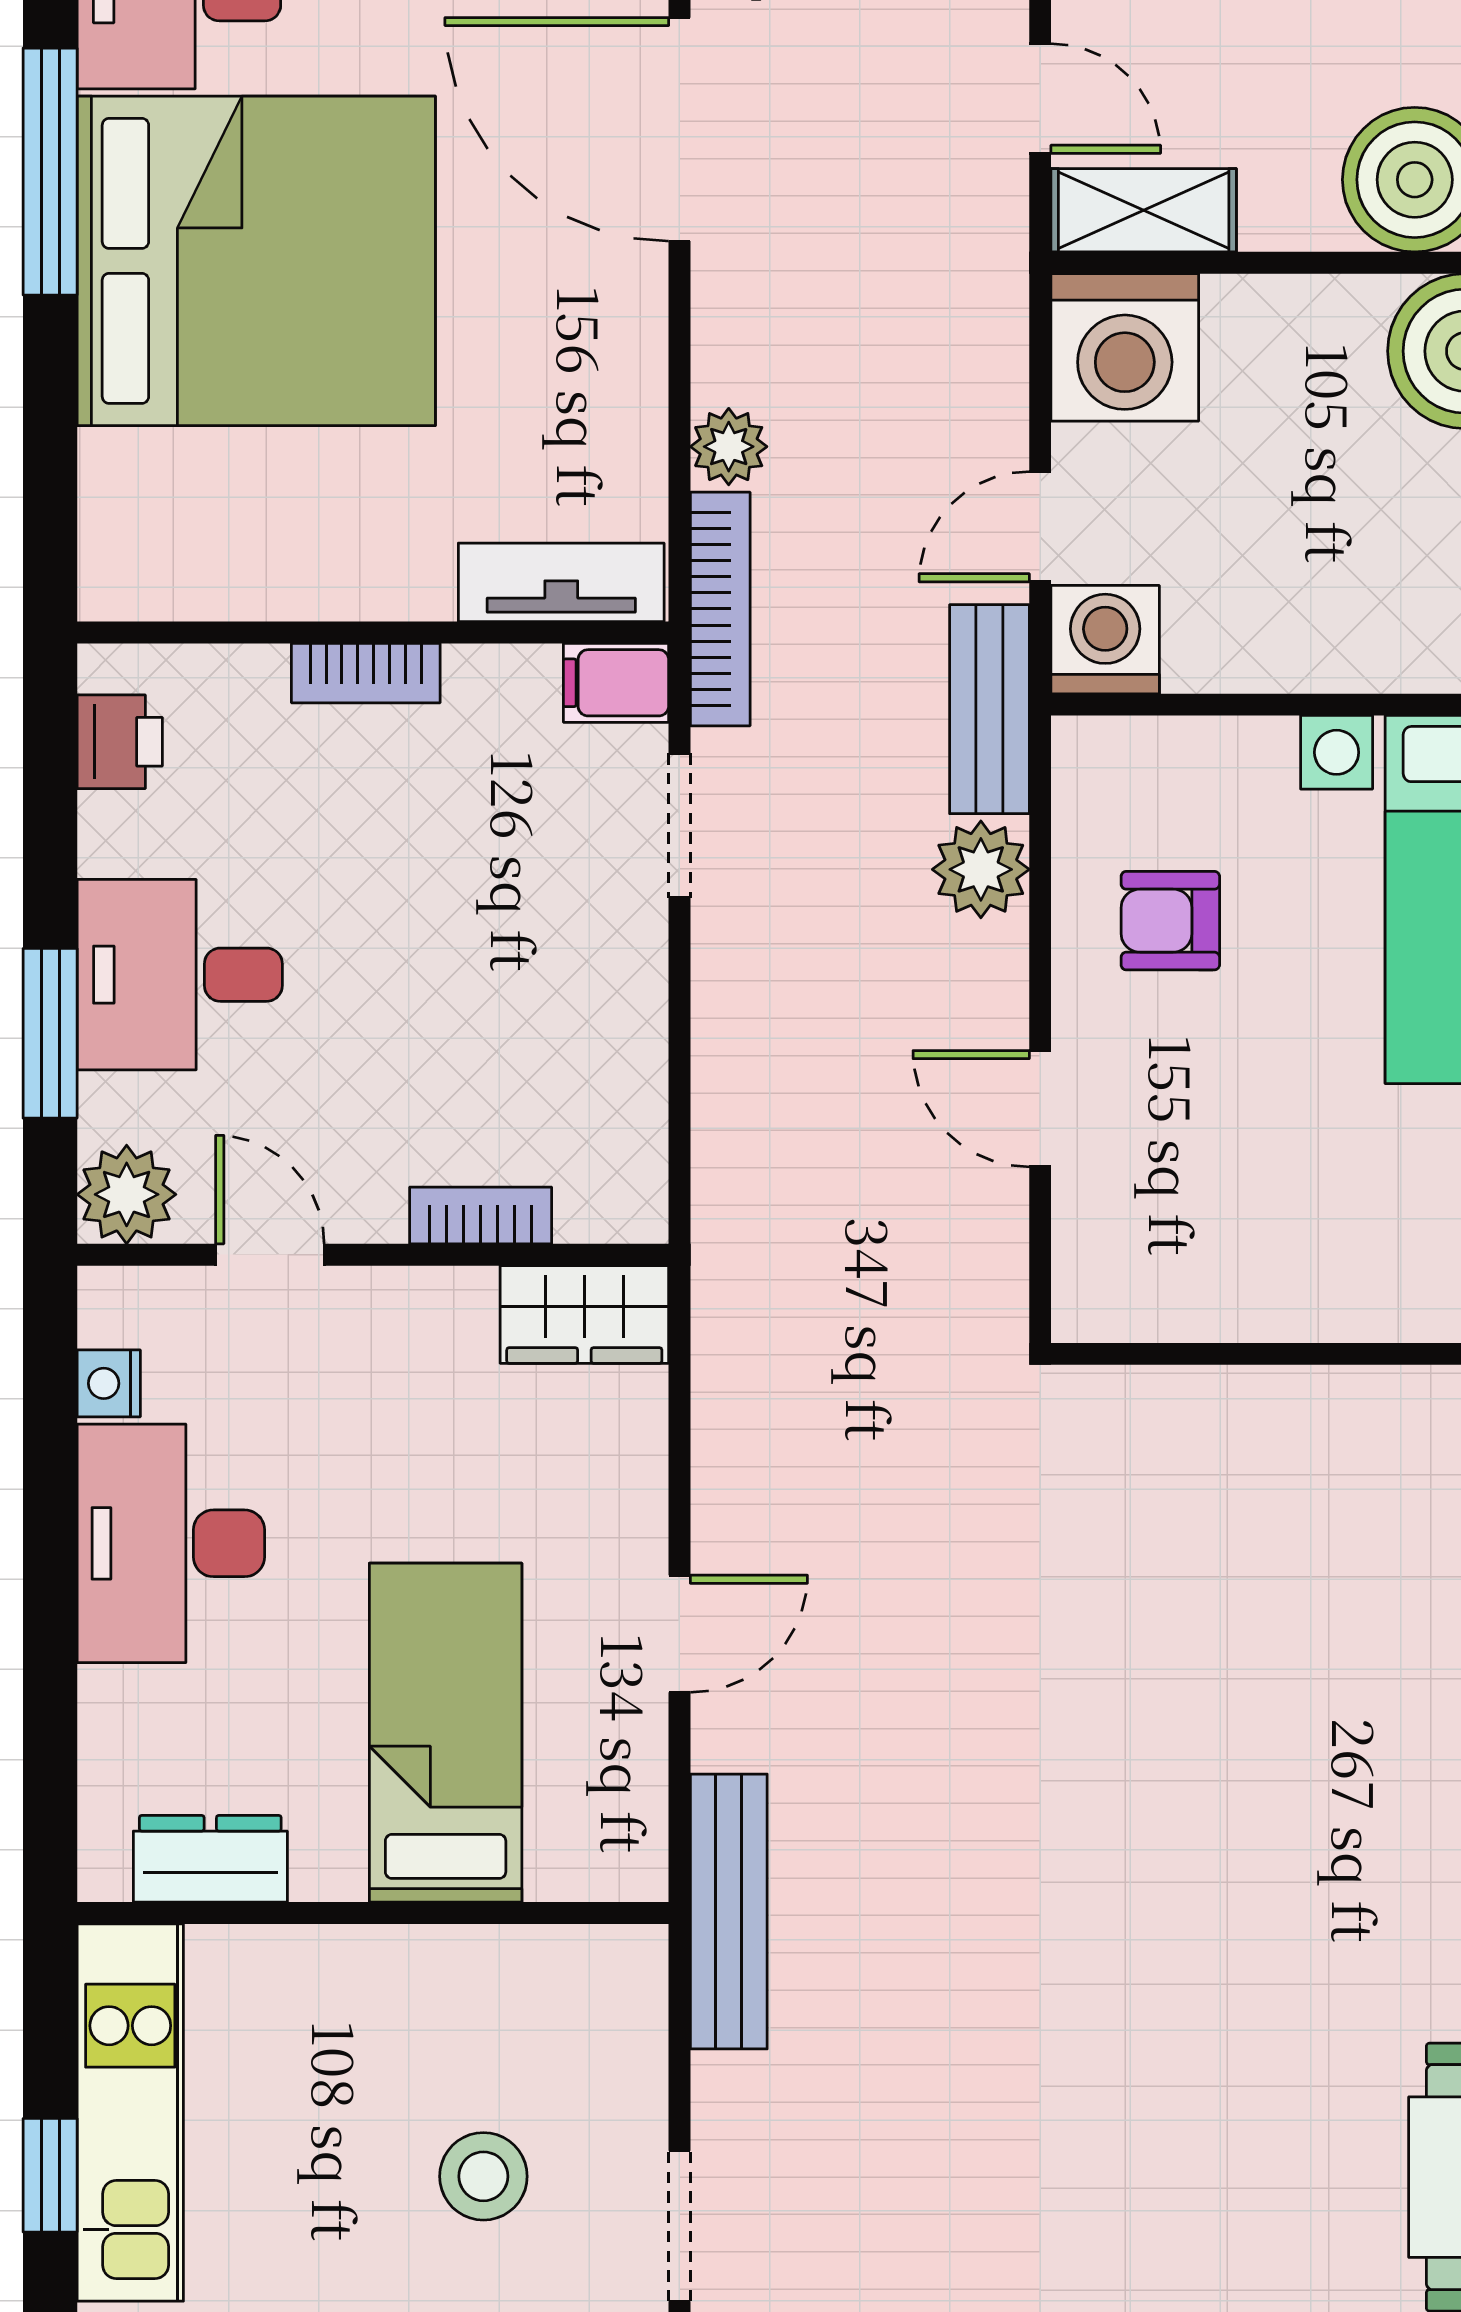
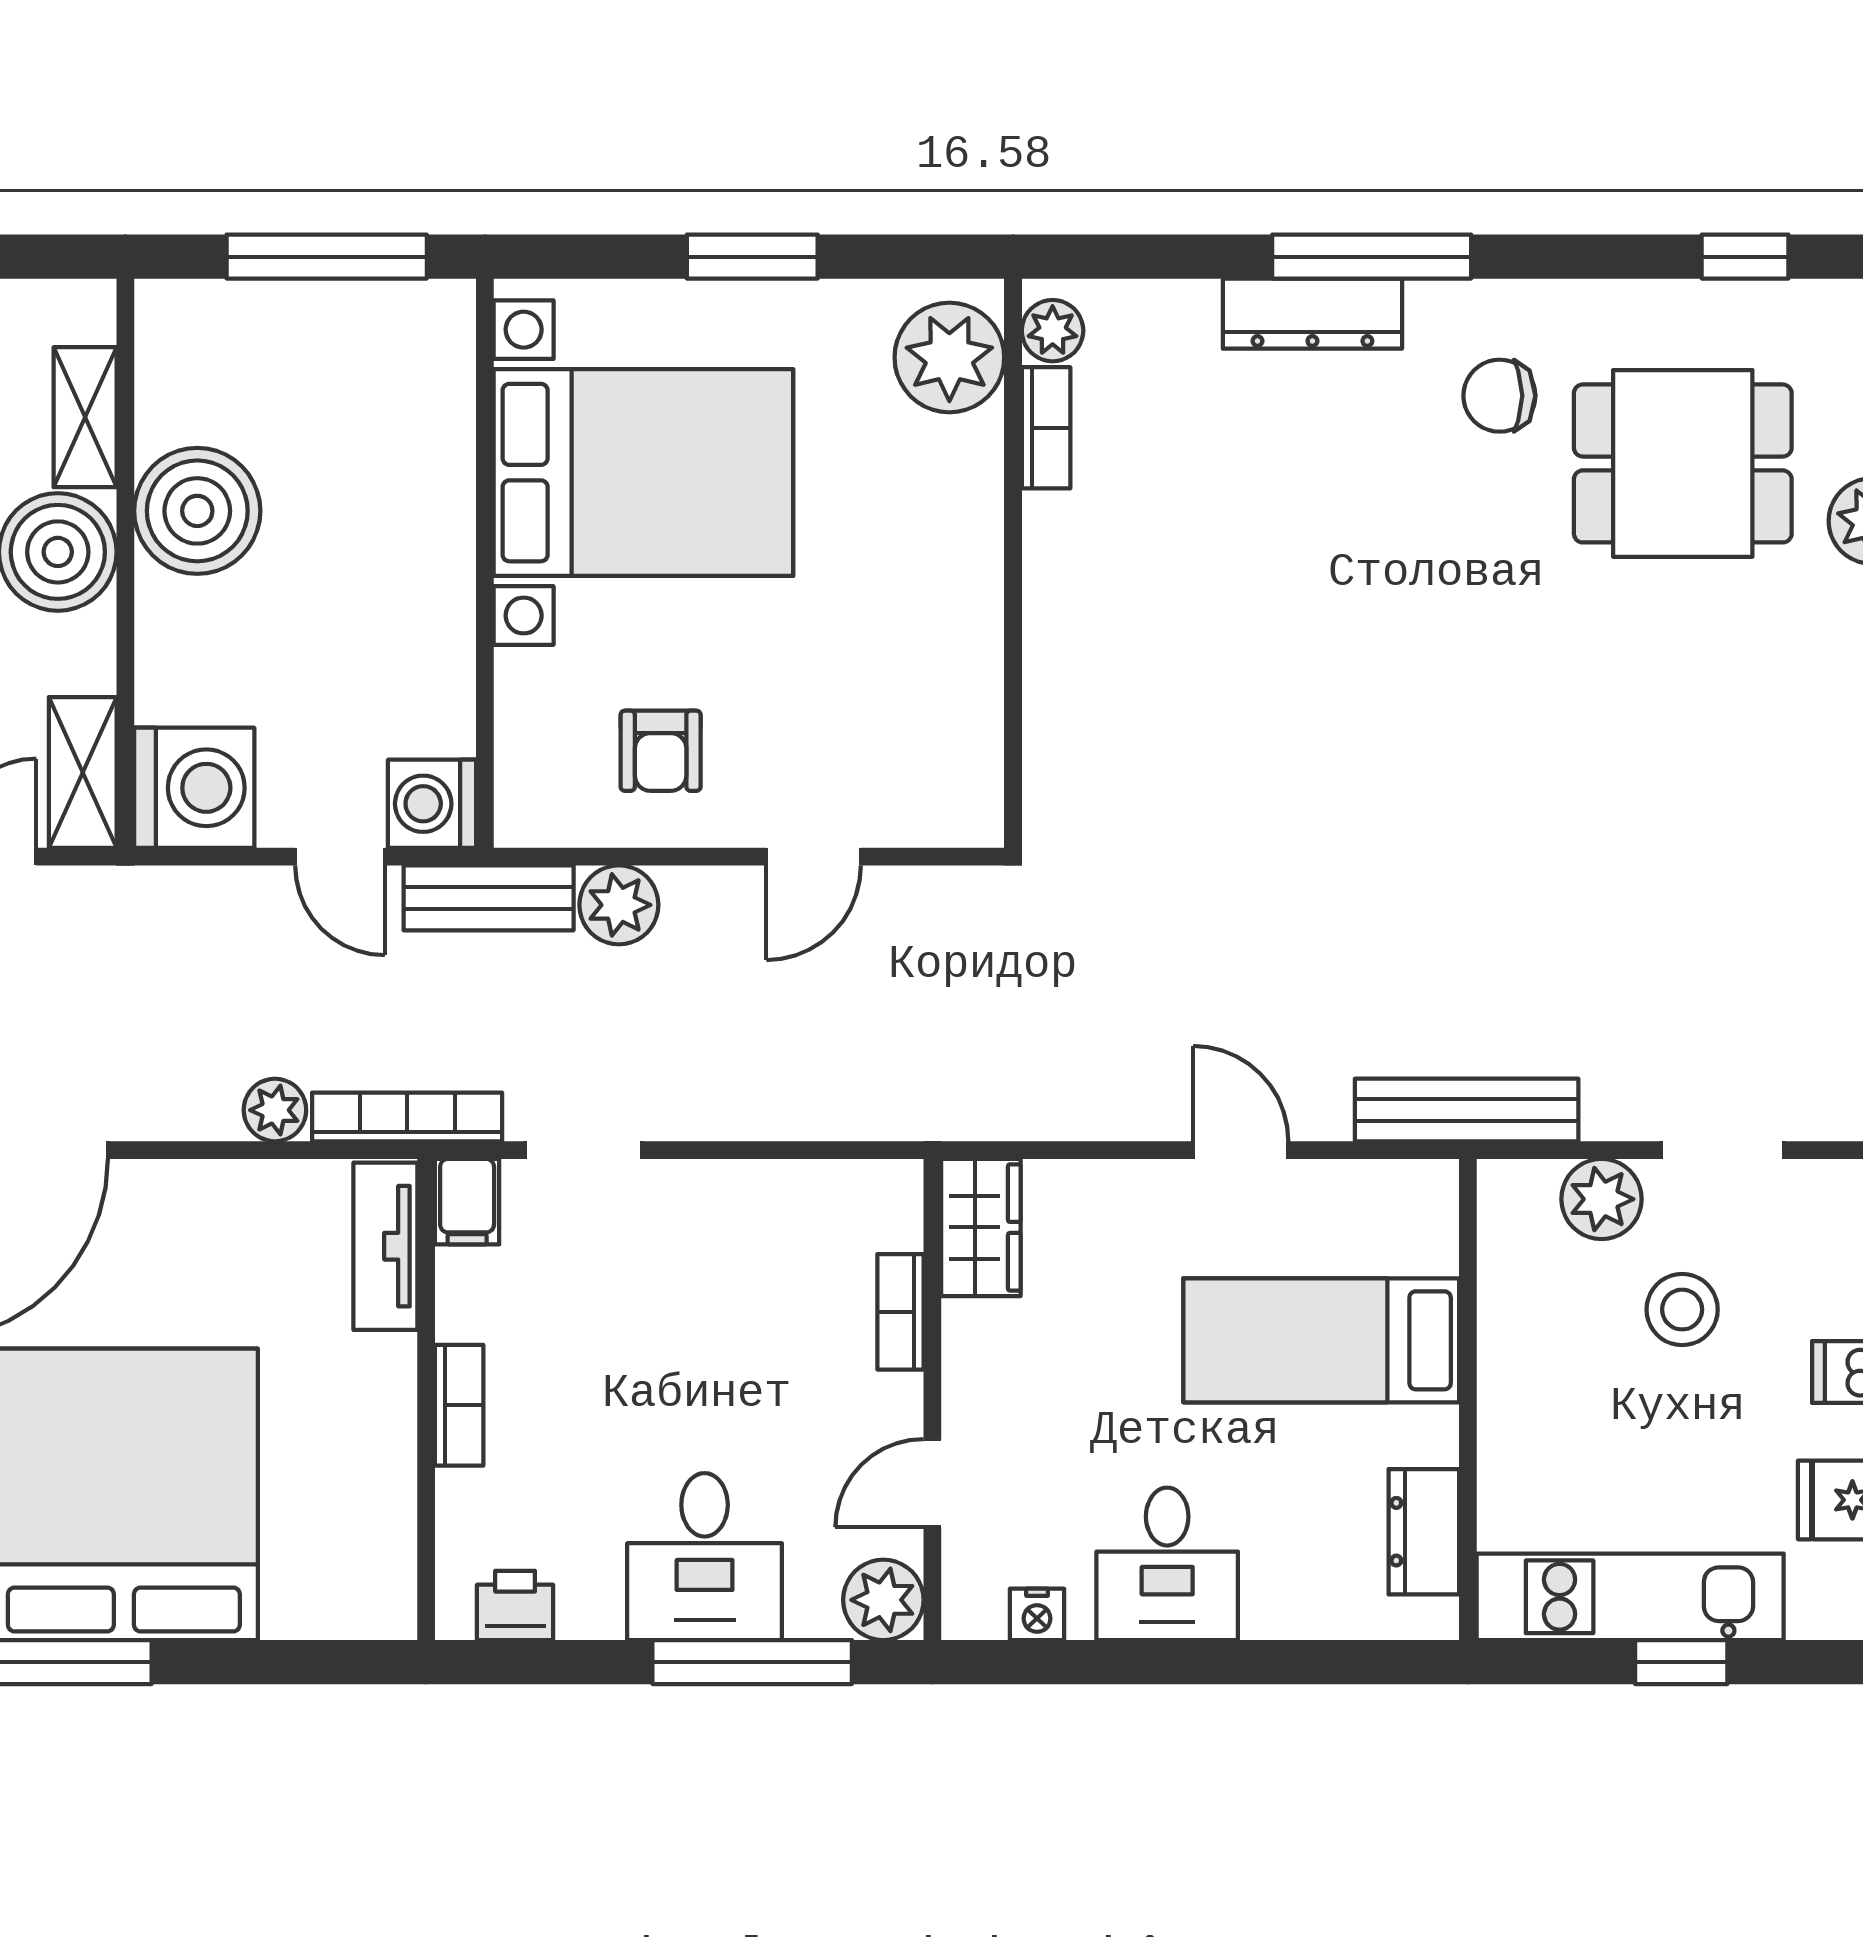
window: (50, 1033) -> (752, 1662), width x1.44
desk: (171, 1543) -> (1167, 1564), width x0.73
plant: (619, 2077) -> (1601, 1199), added

